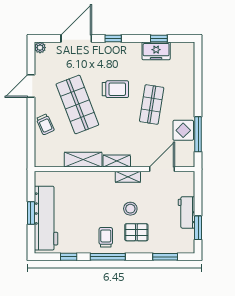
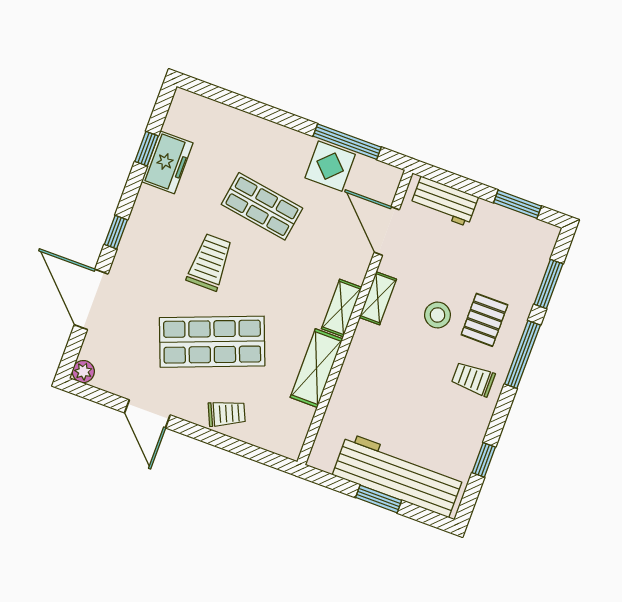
workbench: (187, 212) -> (444, 201), moved
window: (108, 257) -> (522, 354), moved

